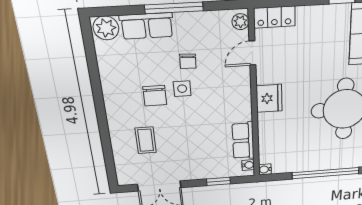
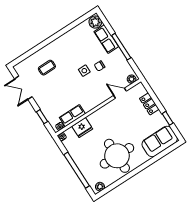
locker: (274, 17) -> (149, 104), moved
chair: (155, 96) -> (74, 60), removed
fridge: (269, 98) -> (82, 128), moved

